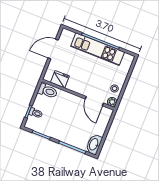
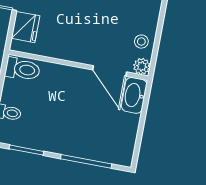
fridge: (60, 79) -> (26, 27), moved, turned 90
washbasin: (94, 144) -> (134, 95), moved

